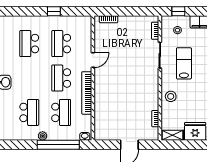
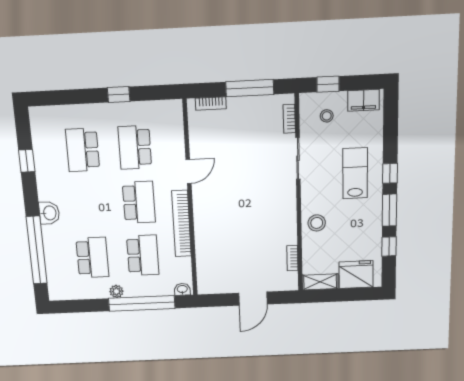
window: (132, 11) -> (250, 88), added
lab bench: (184, 63) -> (355, 173), moved
school desk: (61, 78) -> (139, 202), turned 180

